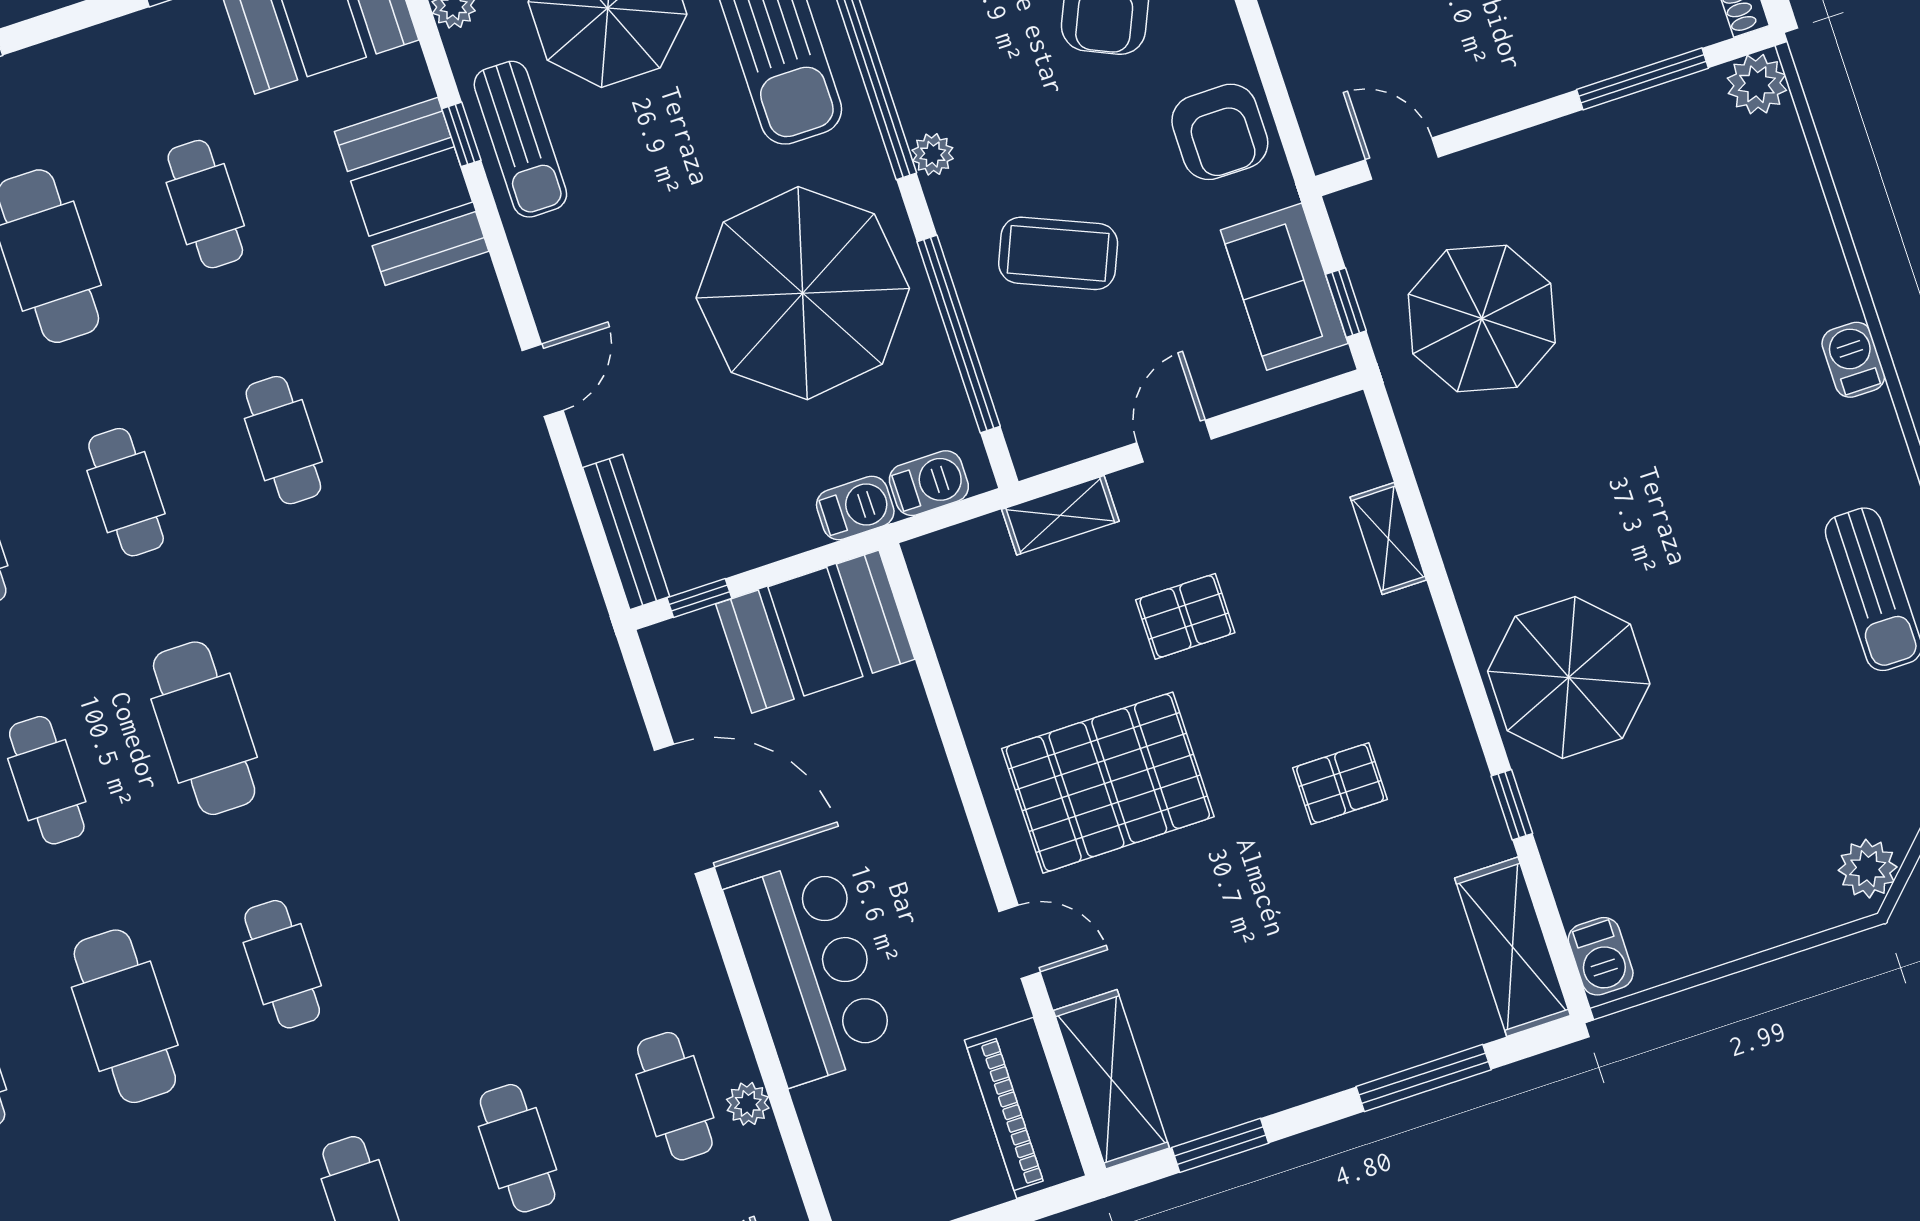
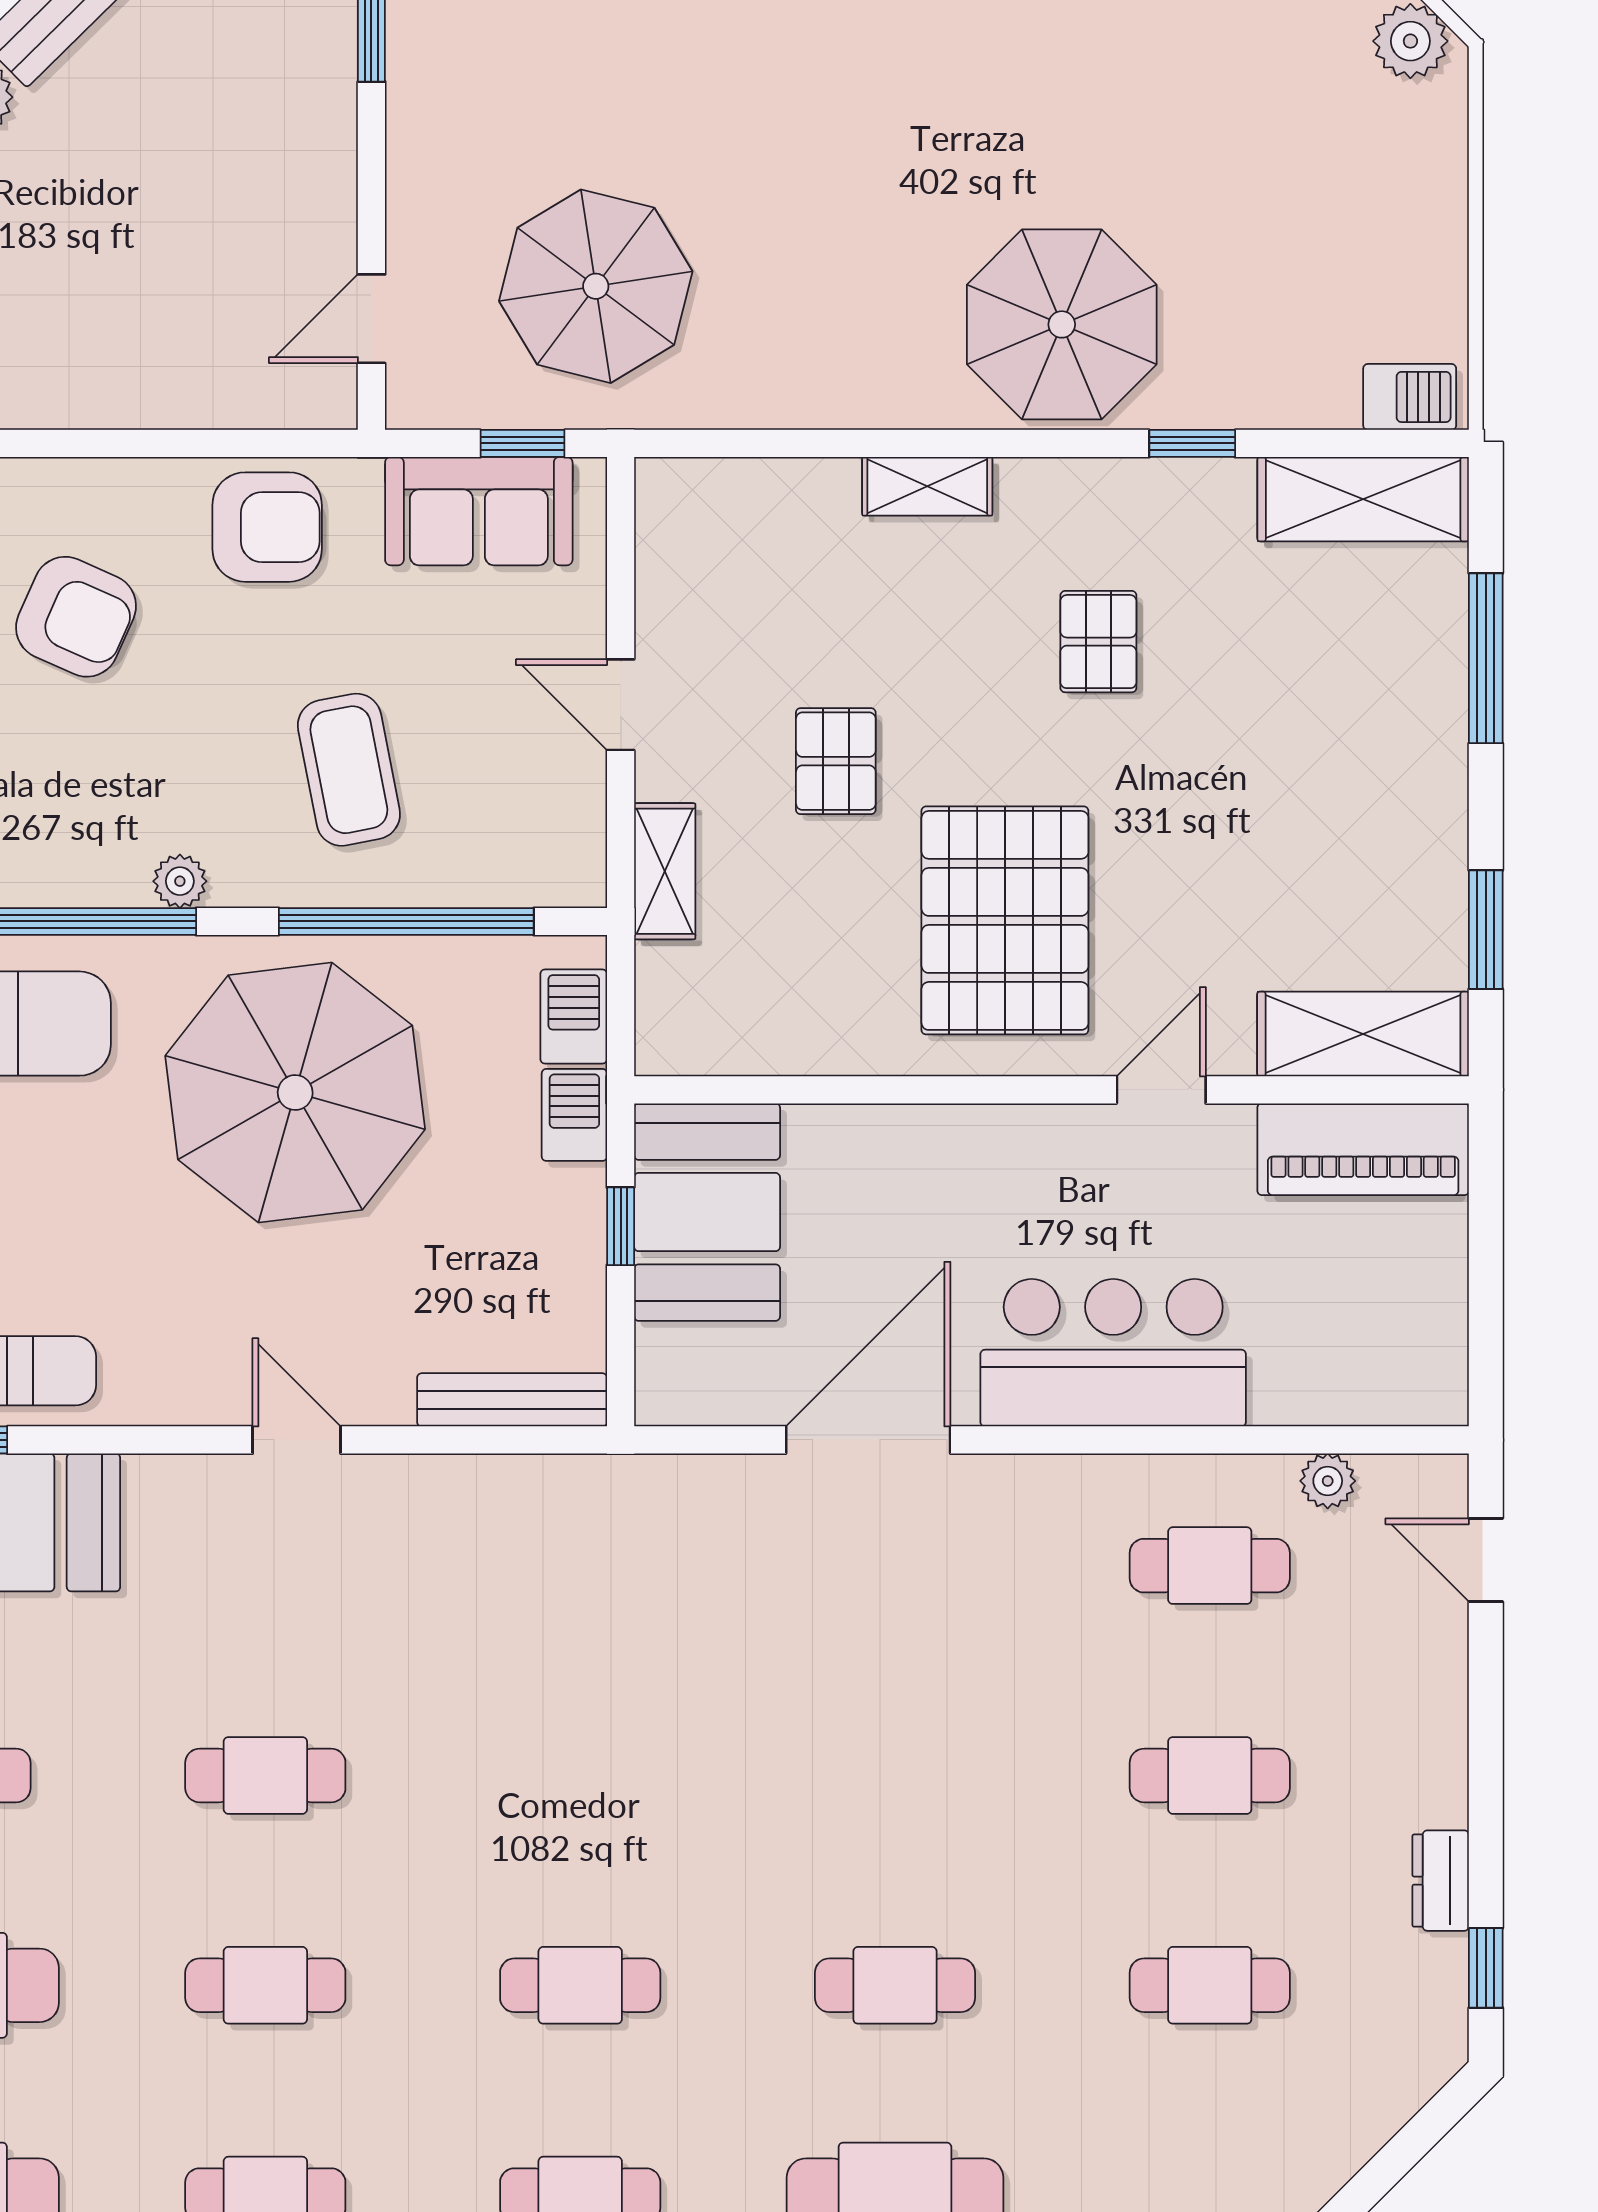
coffee table: (1058, 253) -> (349, 770), turned -34
shelving: (1388, 538) -> (927, 486), moved
window: (699, 598) -> (621, 1226), moved
cafe table: (204, 728) -> (580, 1985), width x0.73, depth x0.74
plant: (748, 1104) -> (1328, 1481), moved

